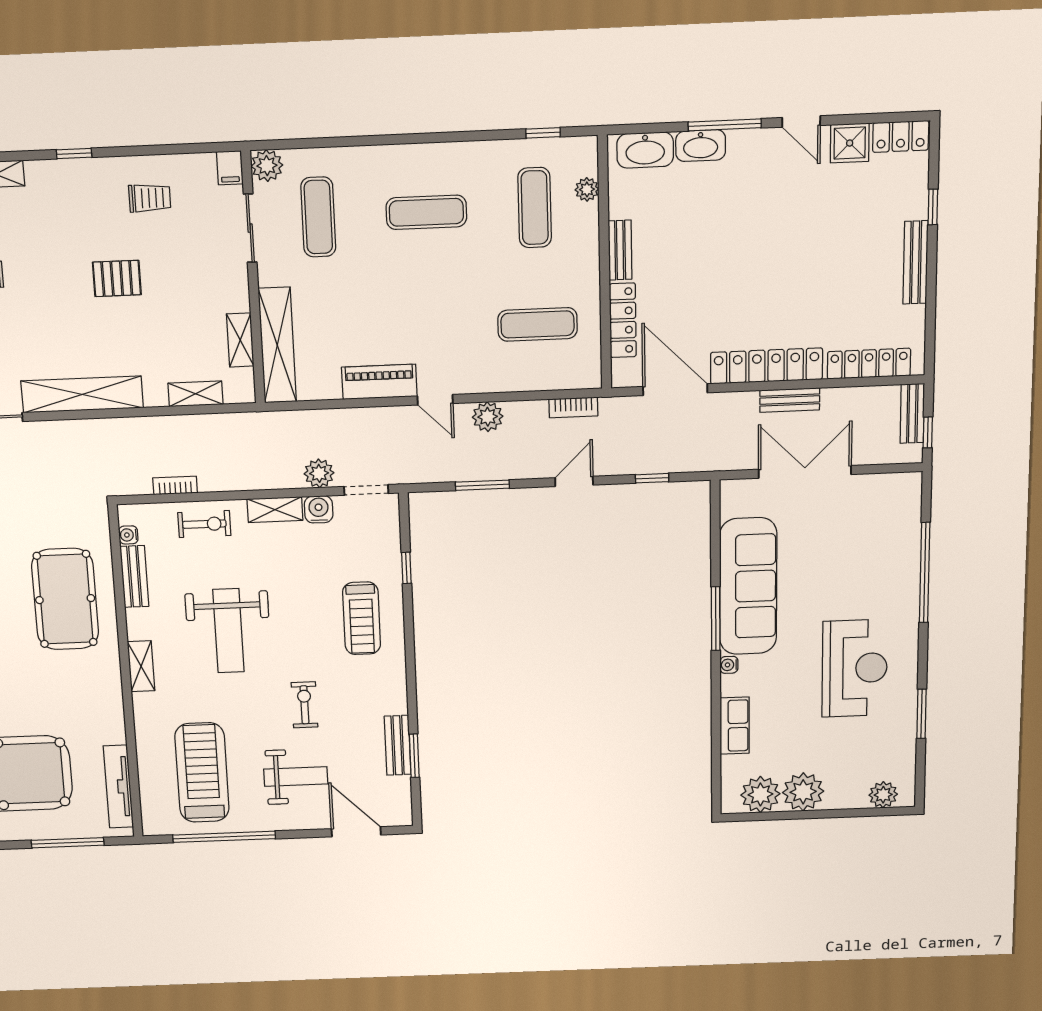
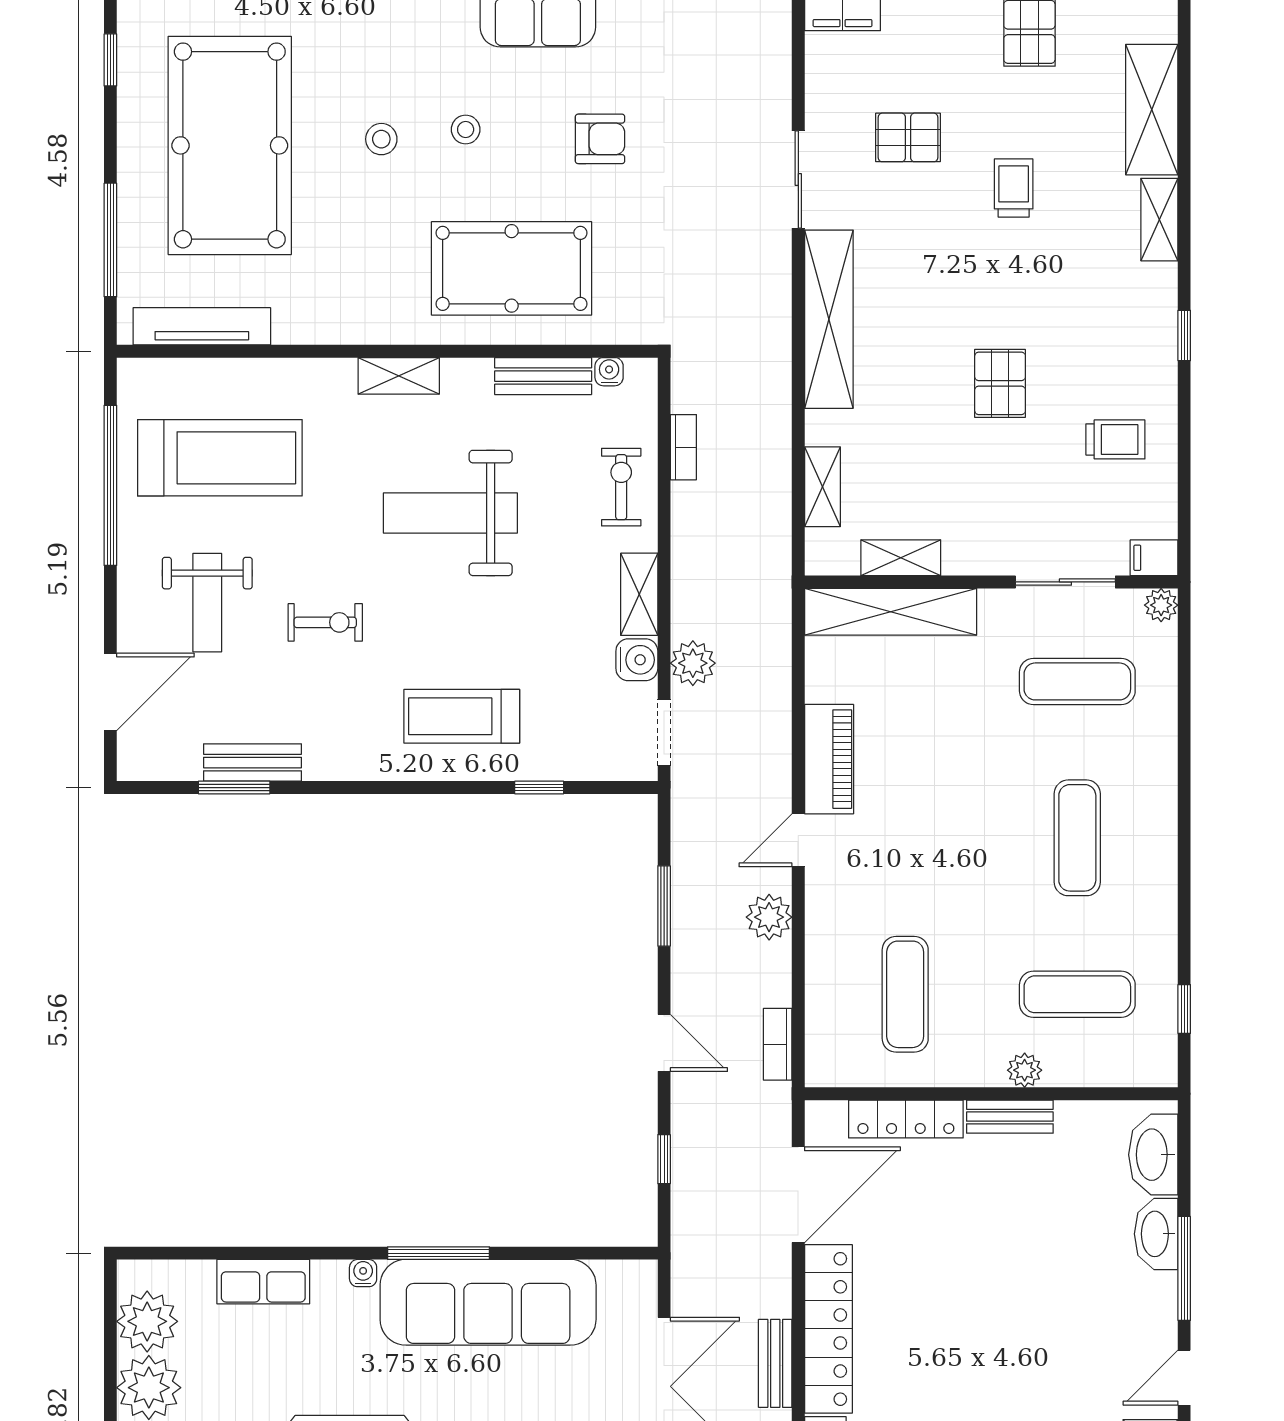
plant: (267, 166) -> (1161, 605), width x0.73, depth x0.73
plant: (587, 189) -> (1025, 1070), moved
trolley: (150, 198) -> (1115, 439), turned -90
exercise bike: (204, 524) -> (621, 487), turned 180

